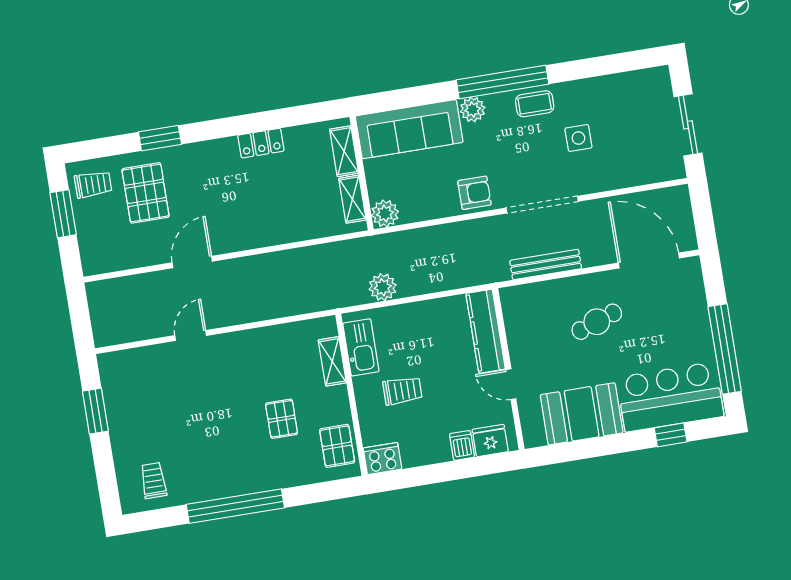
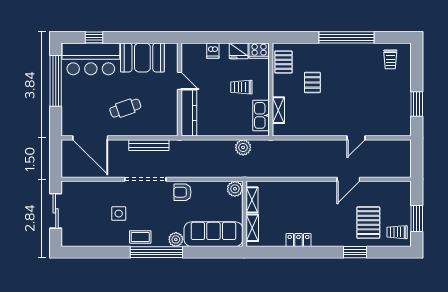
fridge: (490, 441) -> (239, 51), moved

